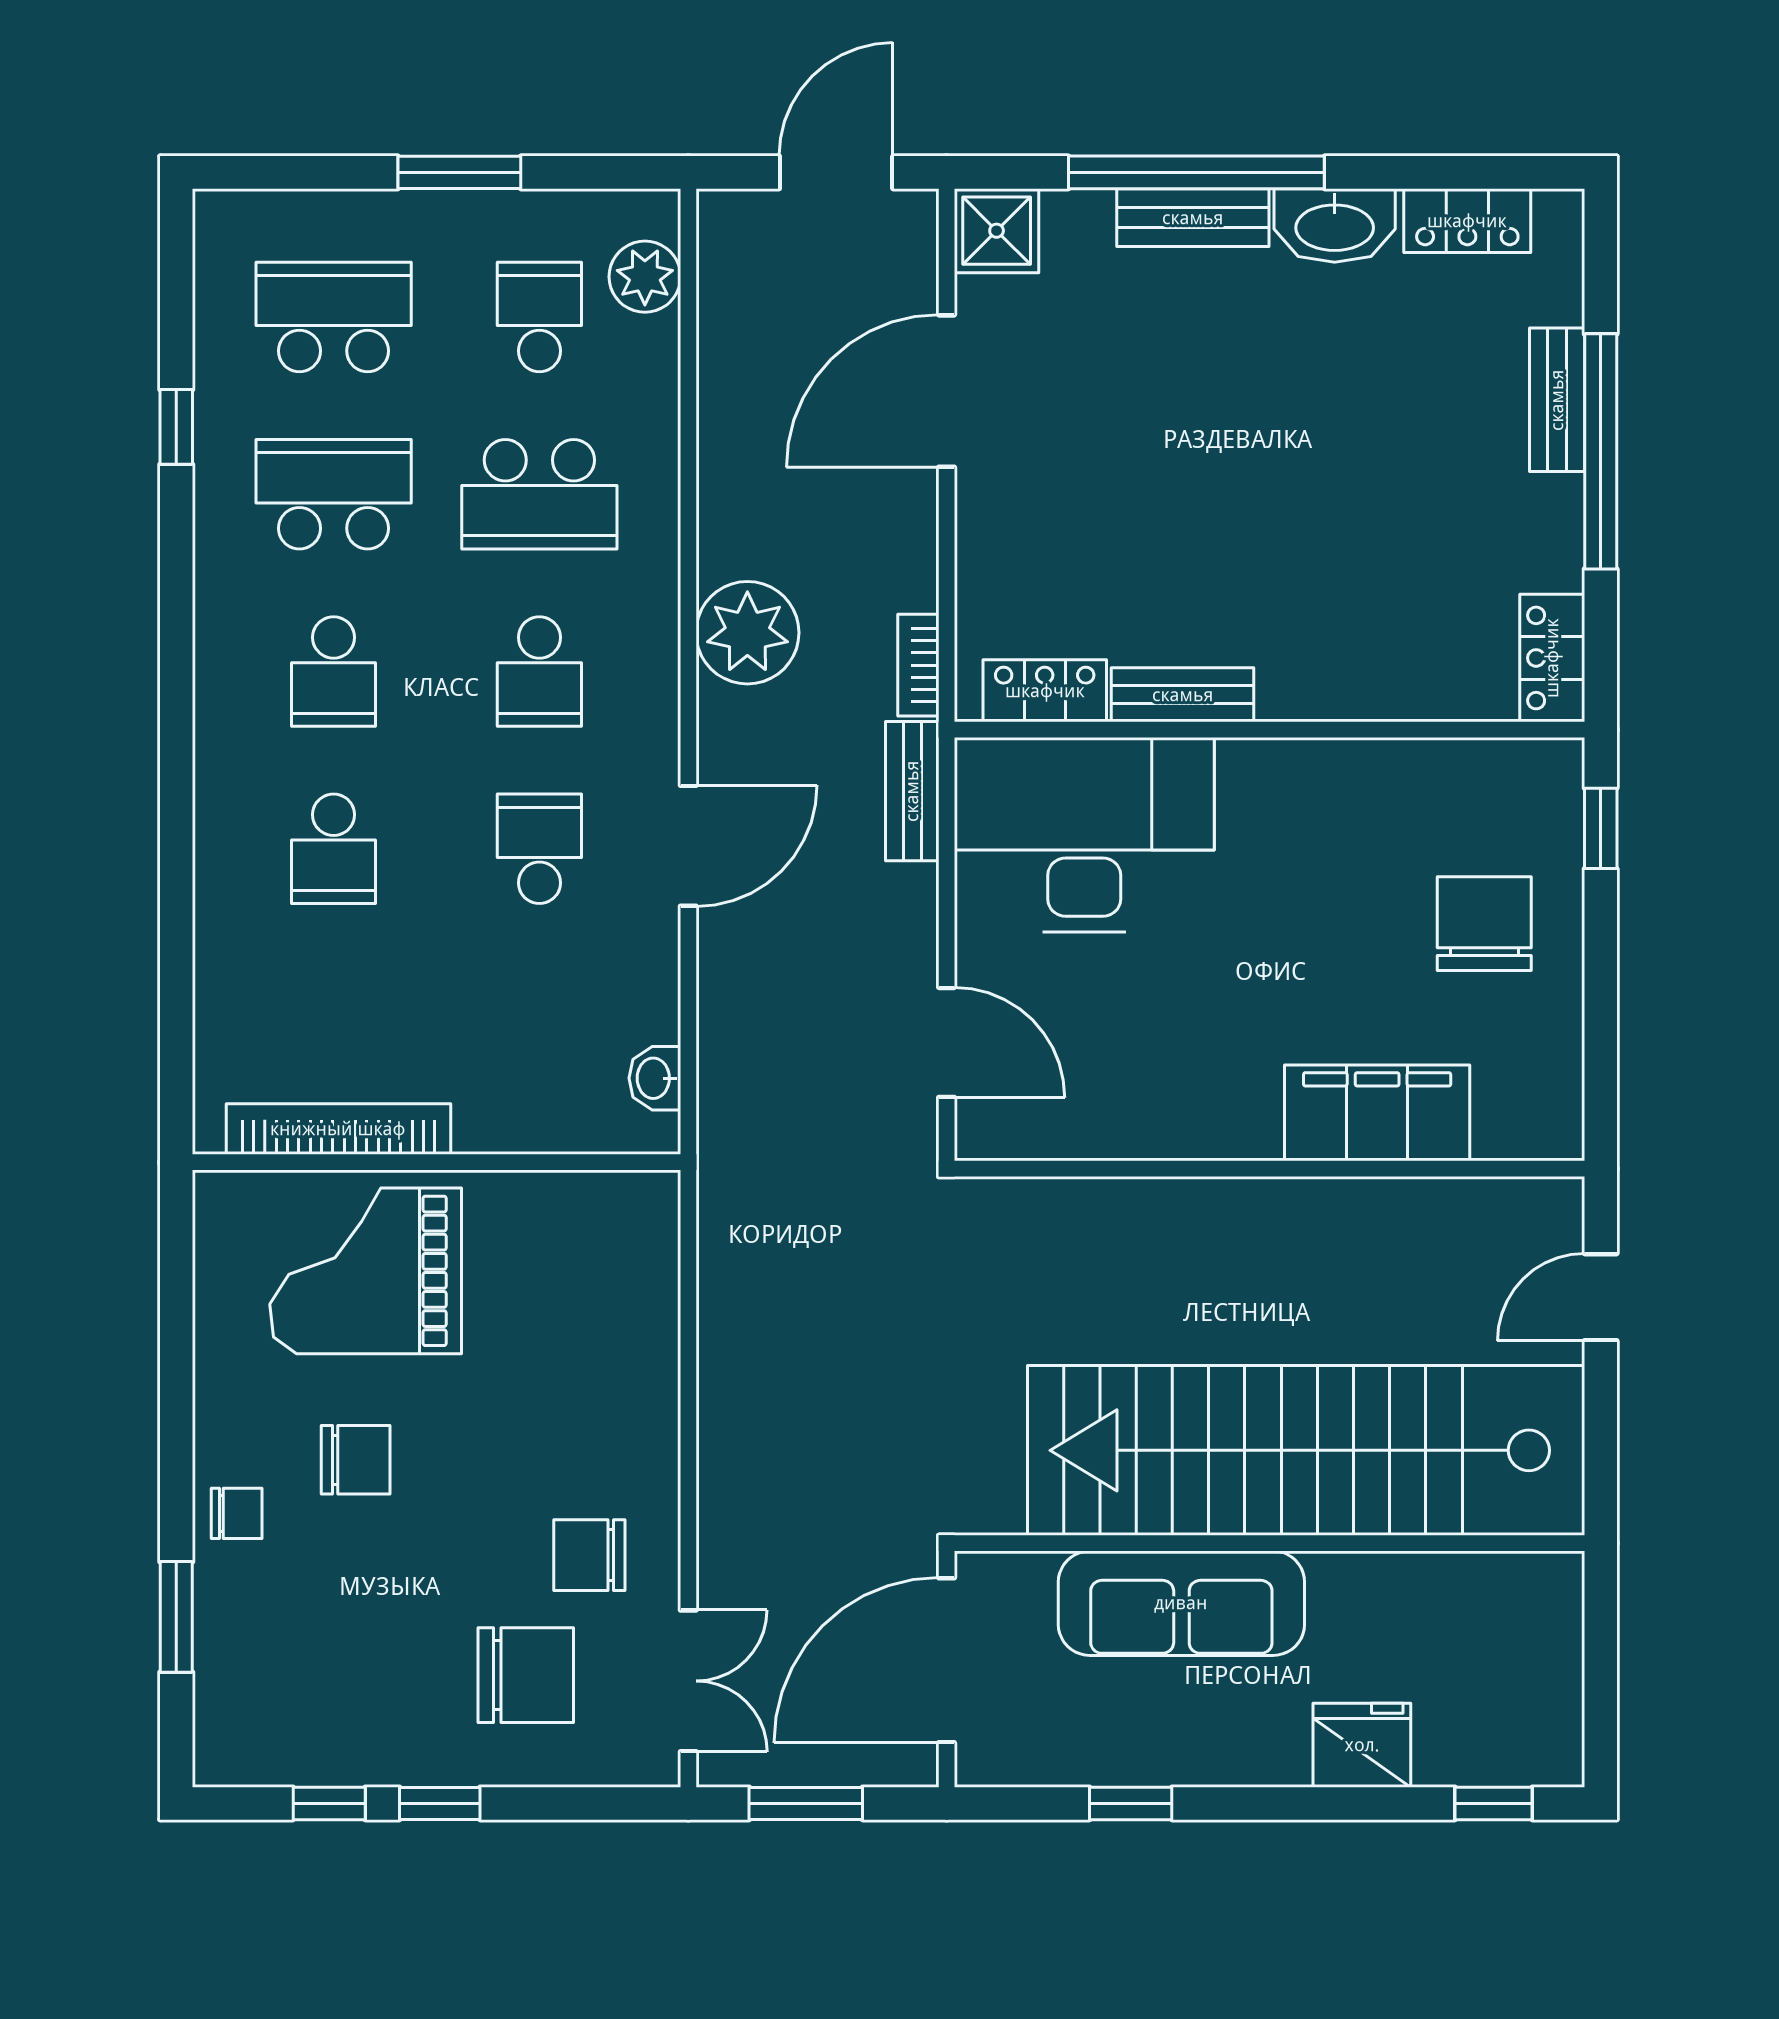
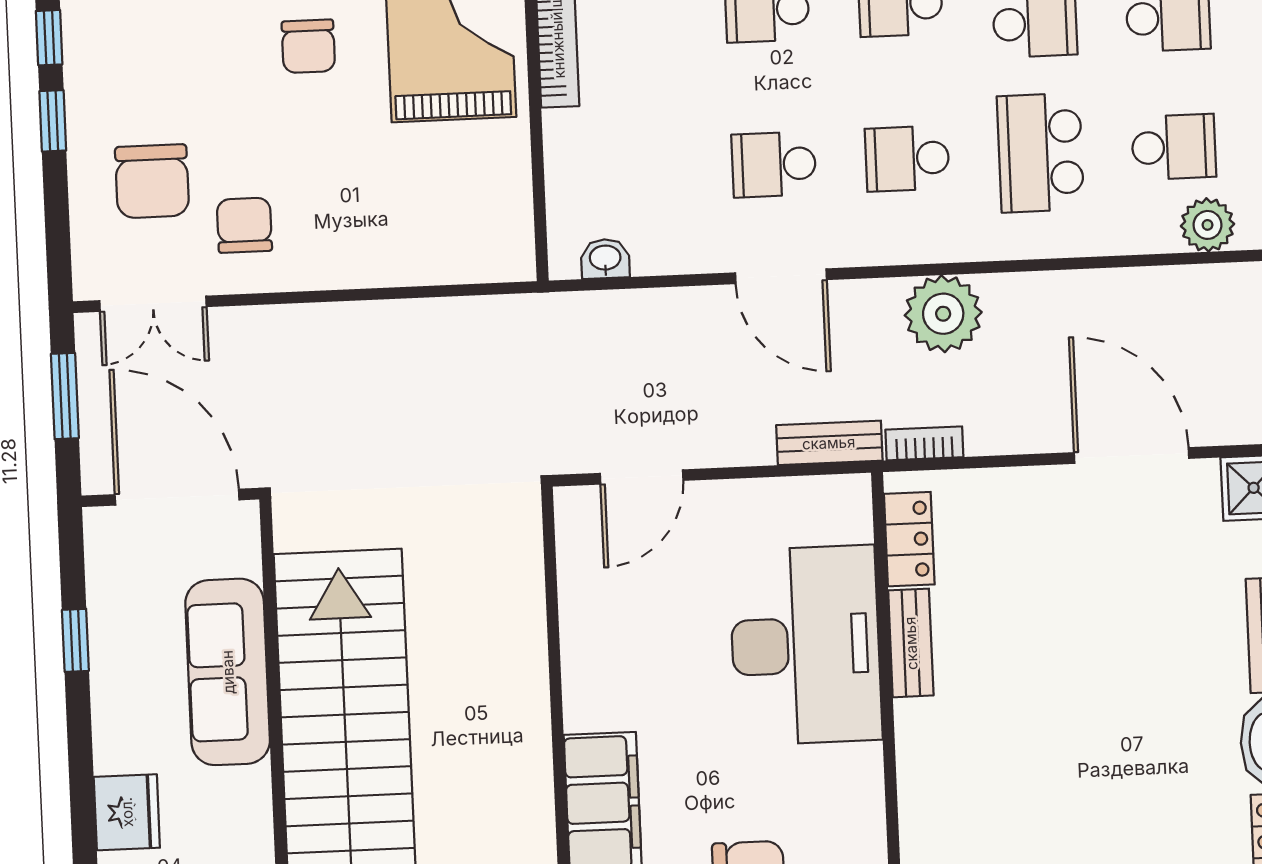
desk: (1084, 835) -> (806, 645), moved
school desk: (539, 849) -> (774, 164), turned 180

